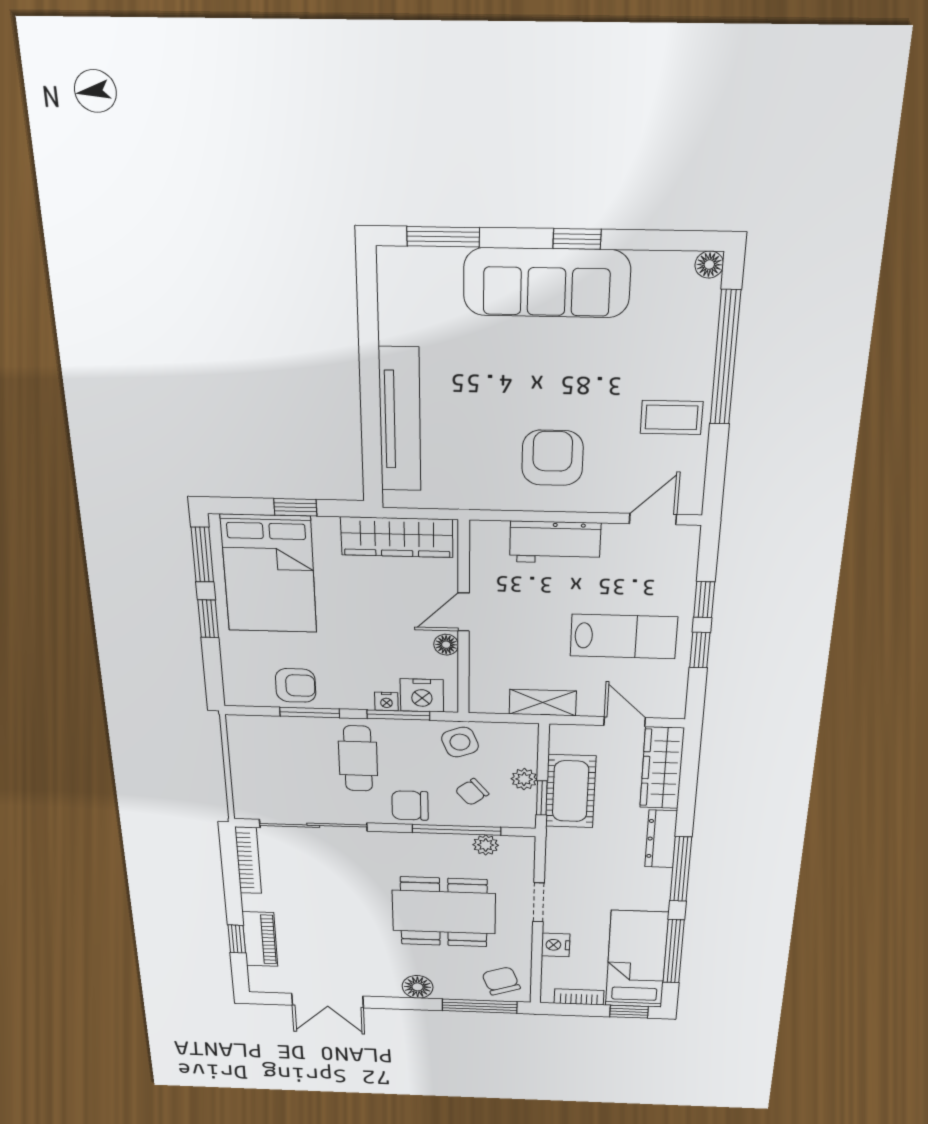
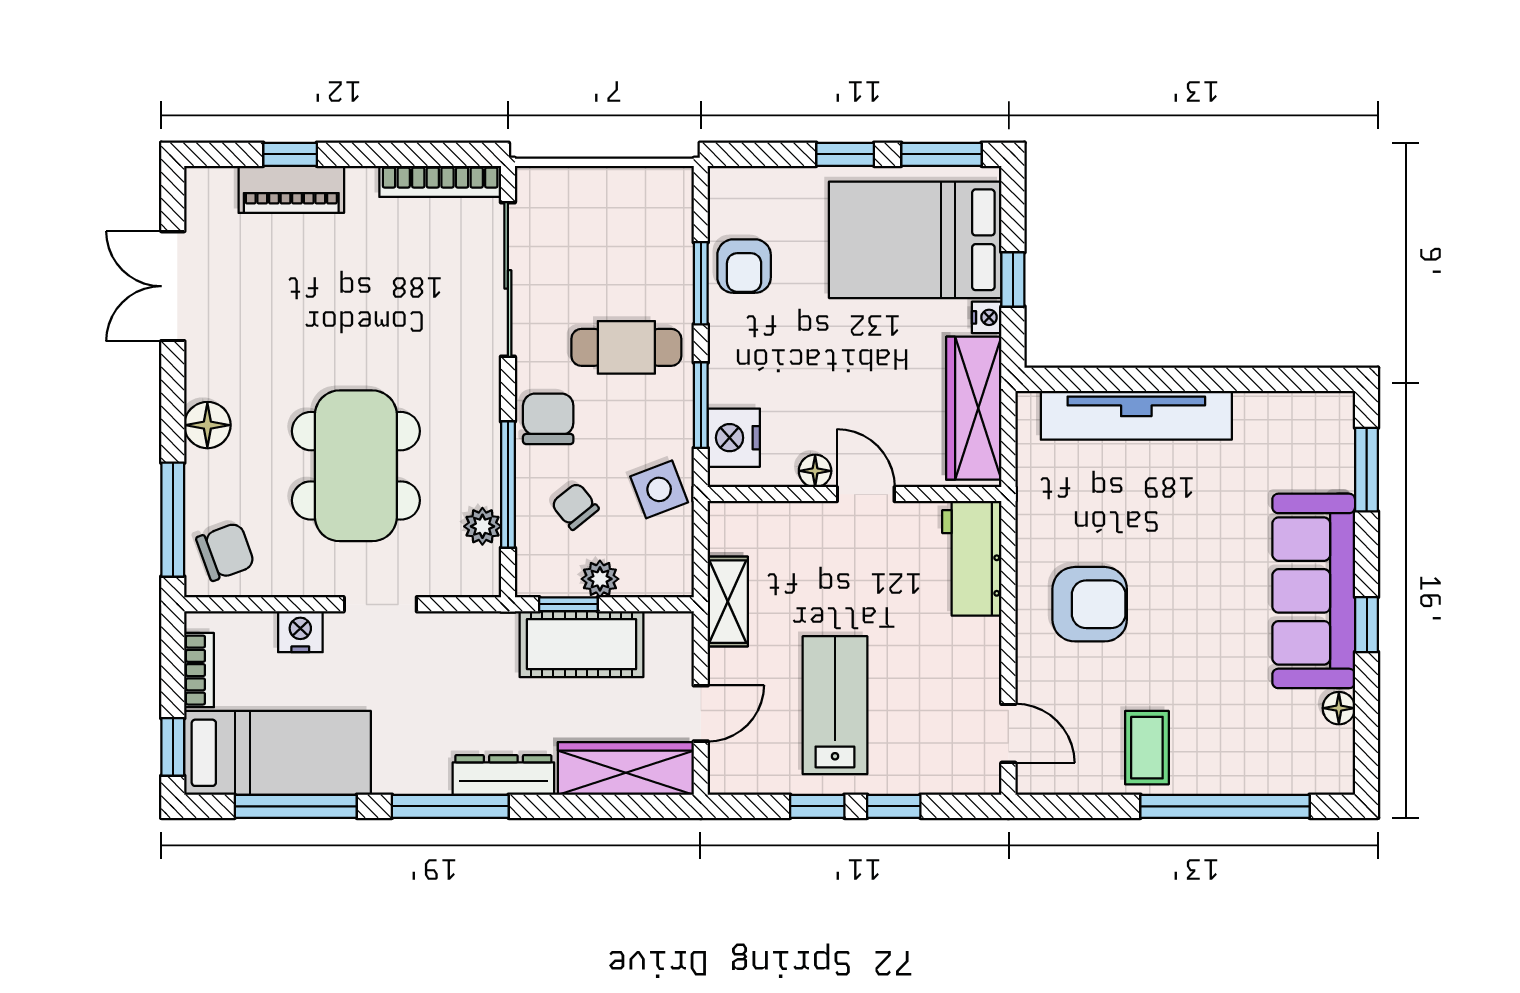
floor lamp: (709, 265) -> (1339, 708), moved
workbench: (555, 542) -> (972, 558), moved
lab bench: (624, 636) -> (835, 705), turned 180
nightstand: (386, 701) -> (987, 317), moved, turned 180

